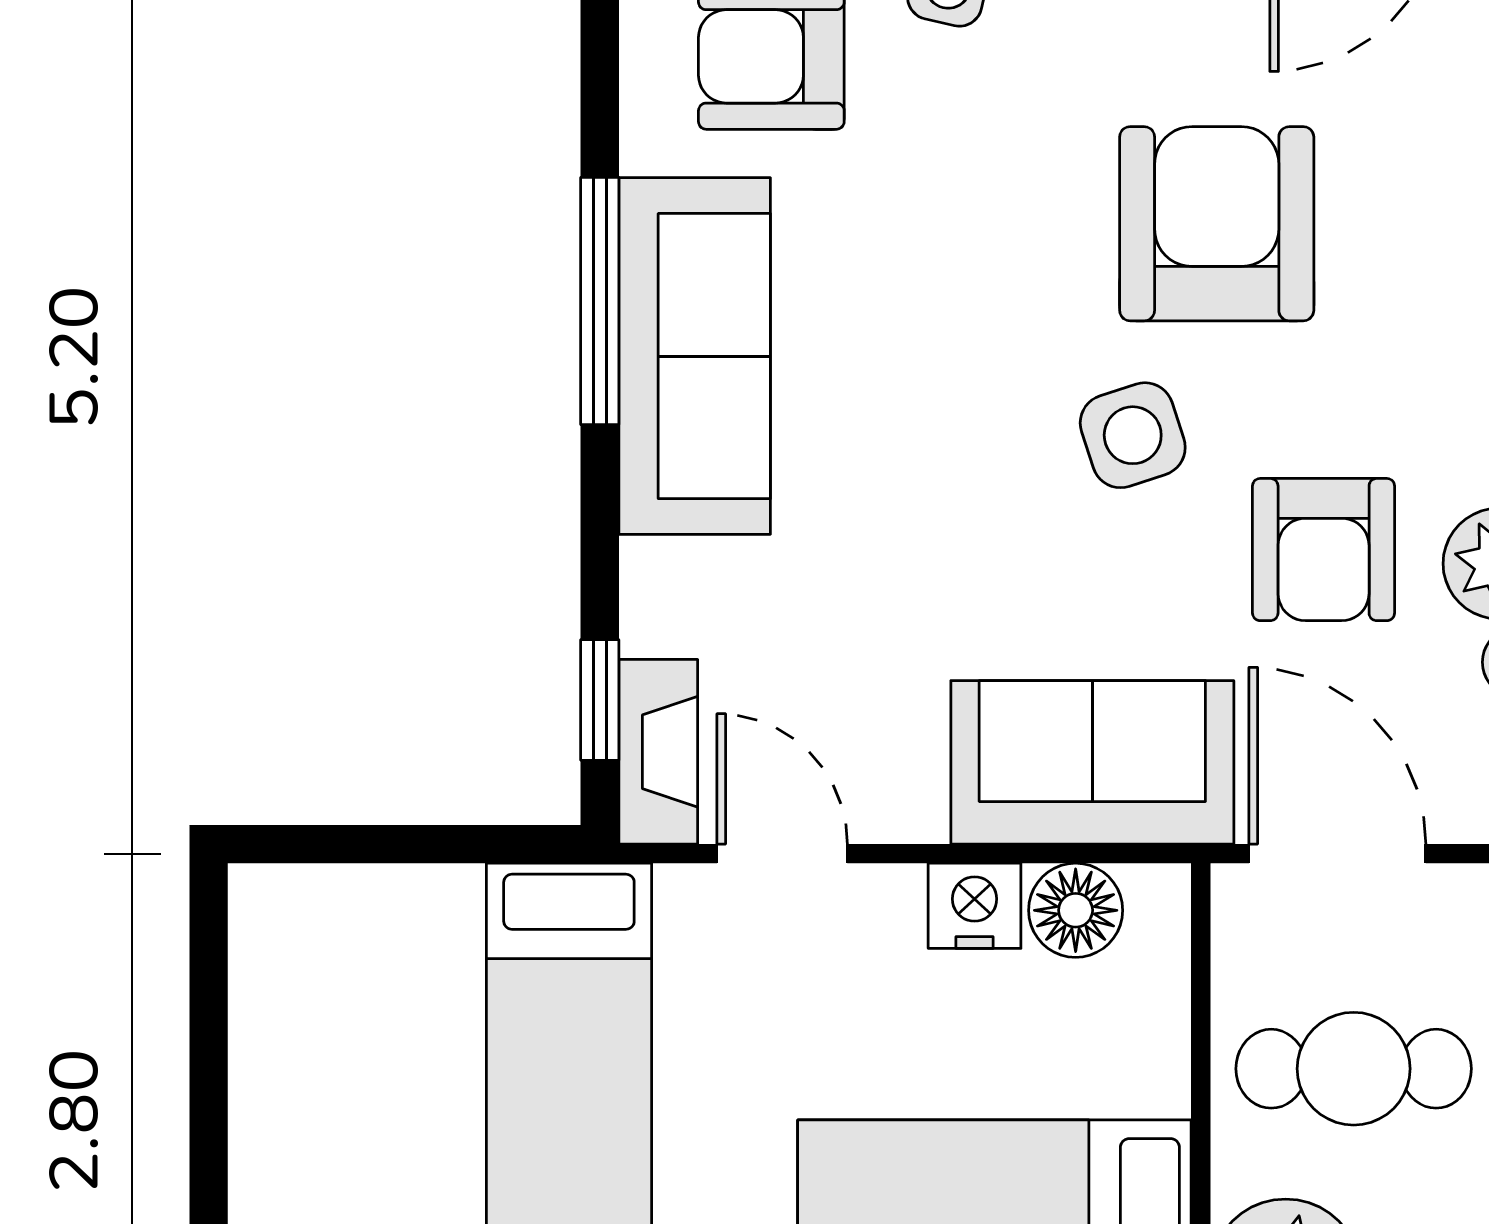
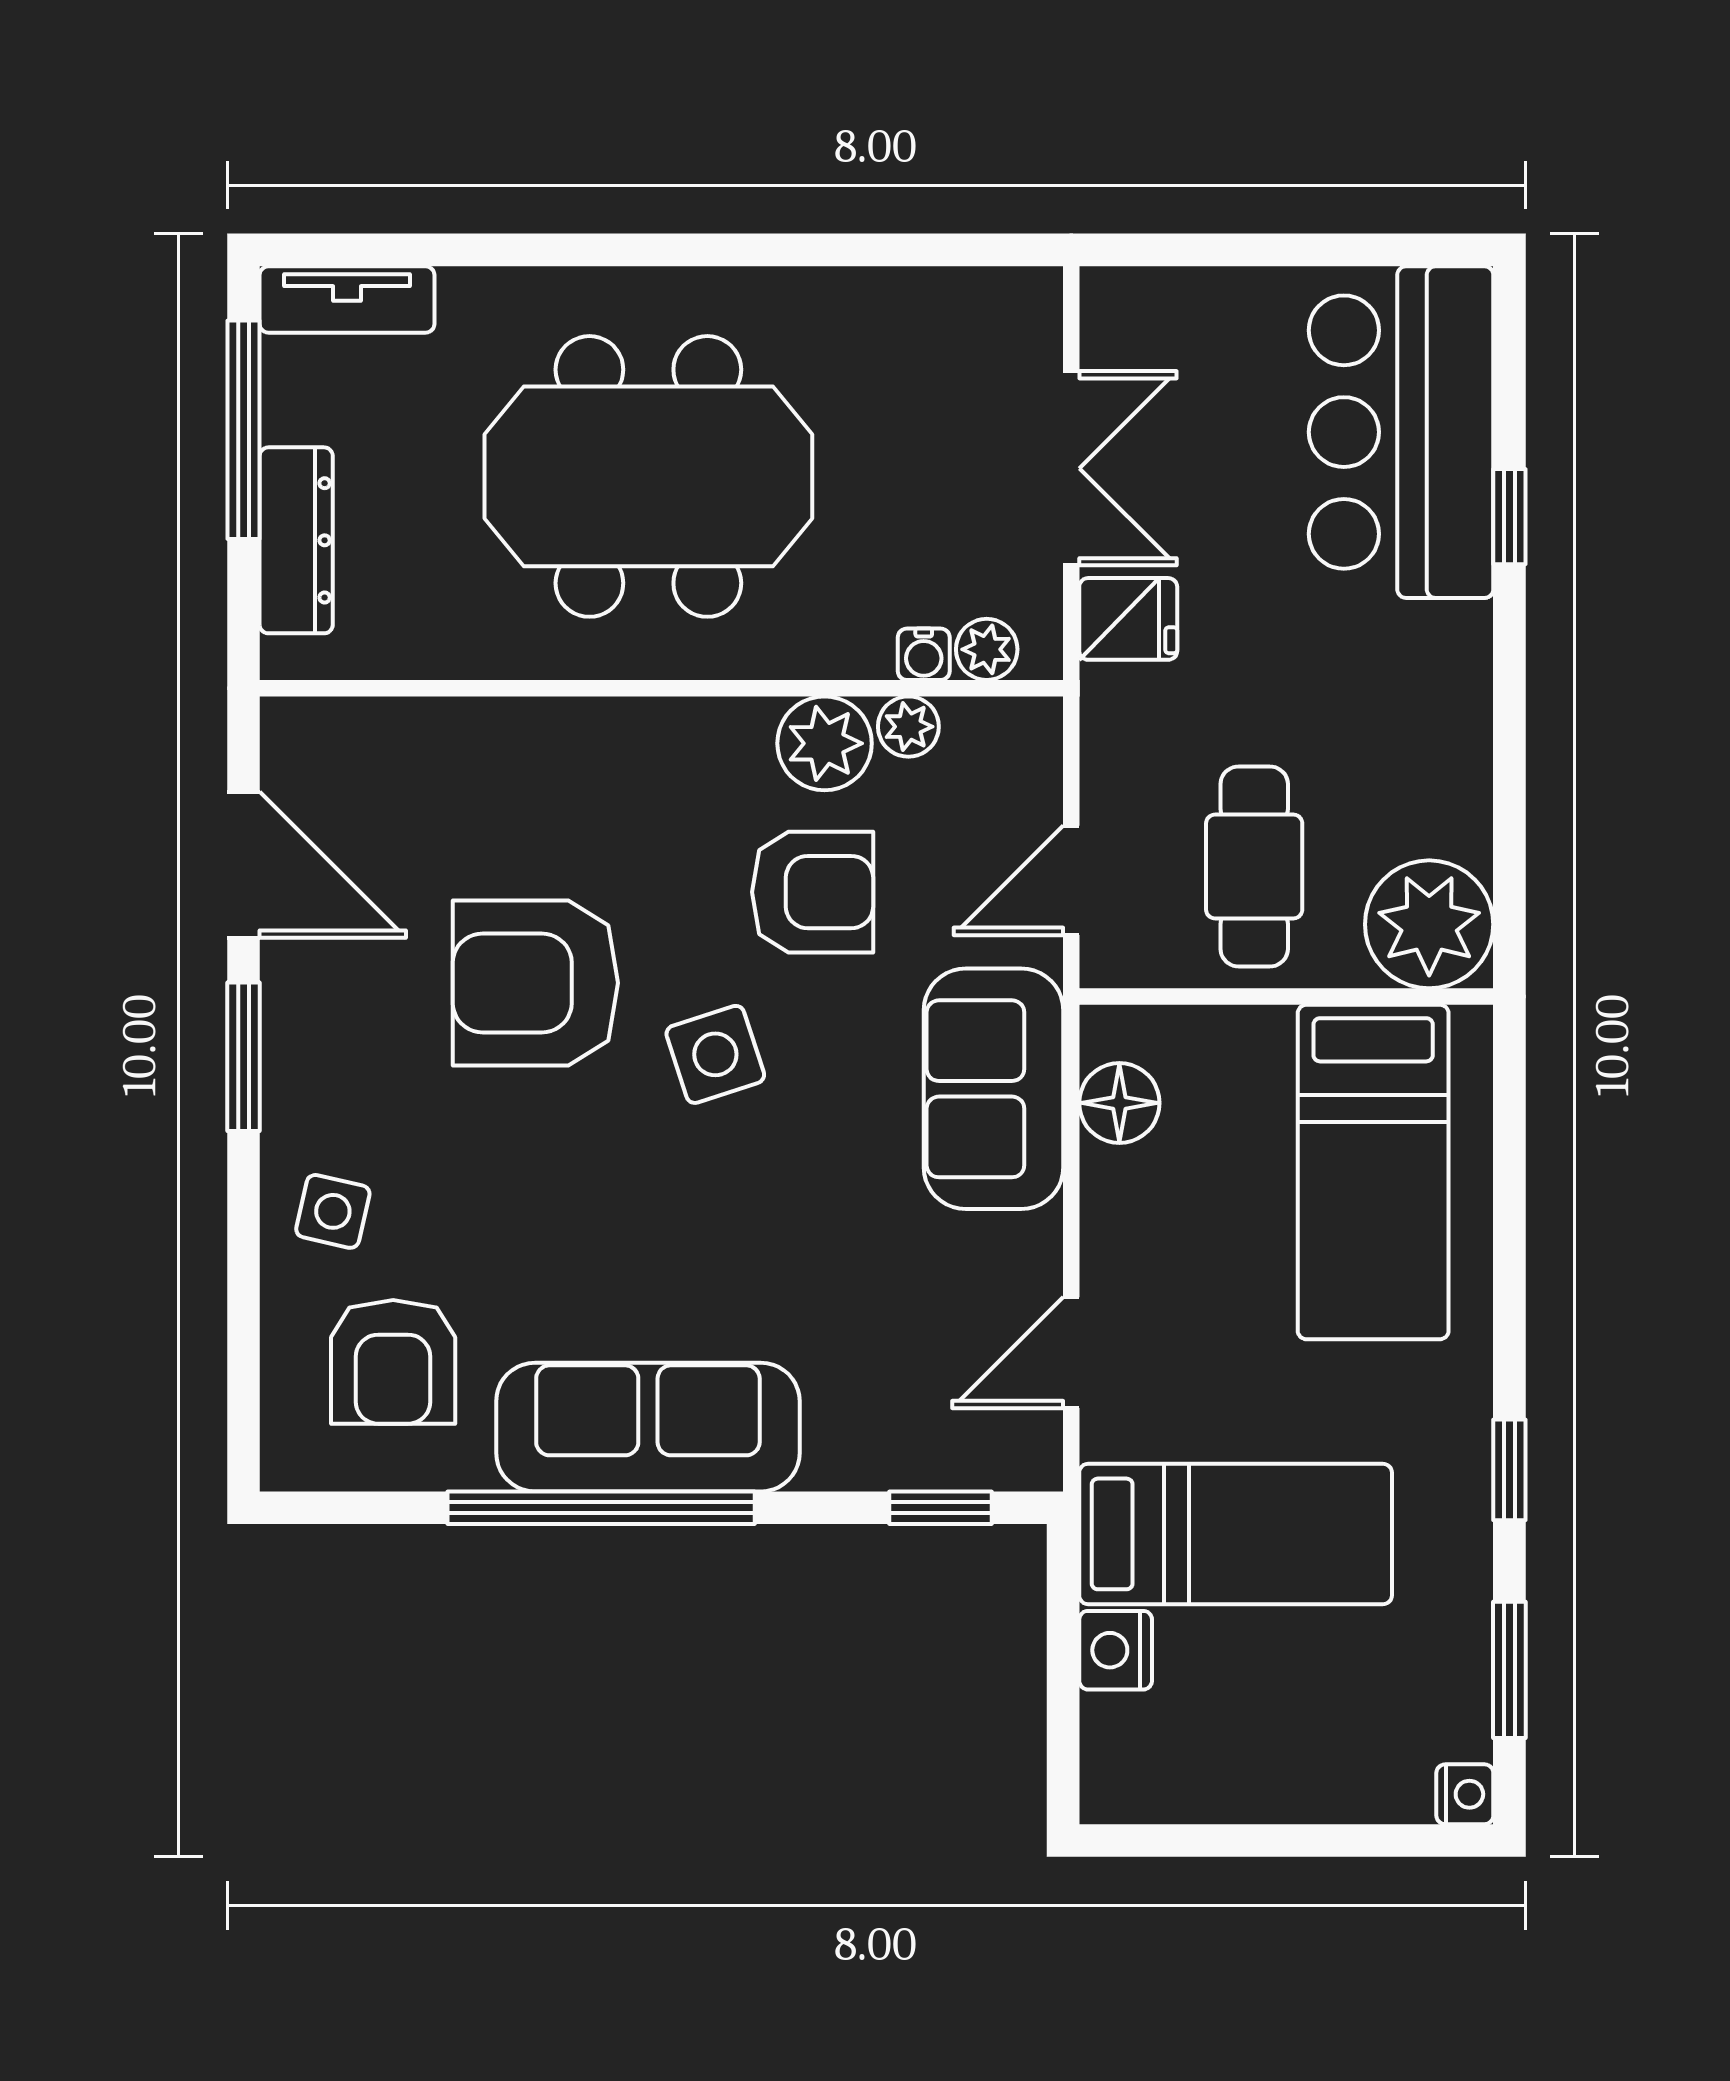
window: (600, 301) -> (601, 1508), width x1.46
fireplace: (658, 752) -> (985, 1458), removed
door: (1337, 854) -> (1071, 880), width x0.73
nightstand: (975, 906) -> (1116, 1650), moved

